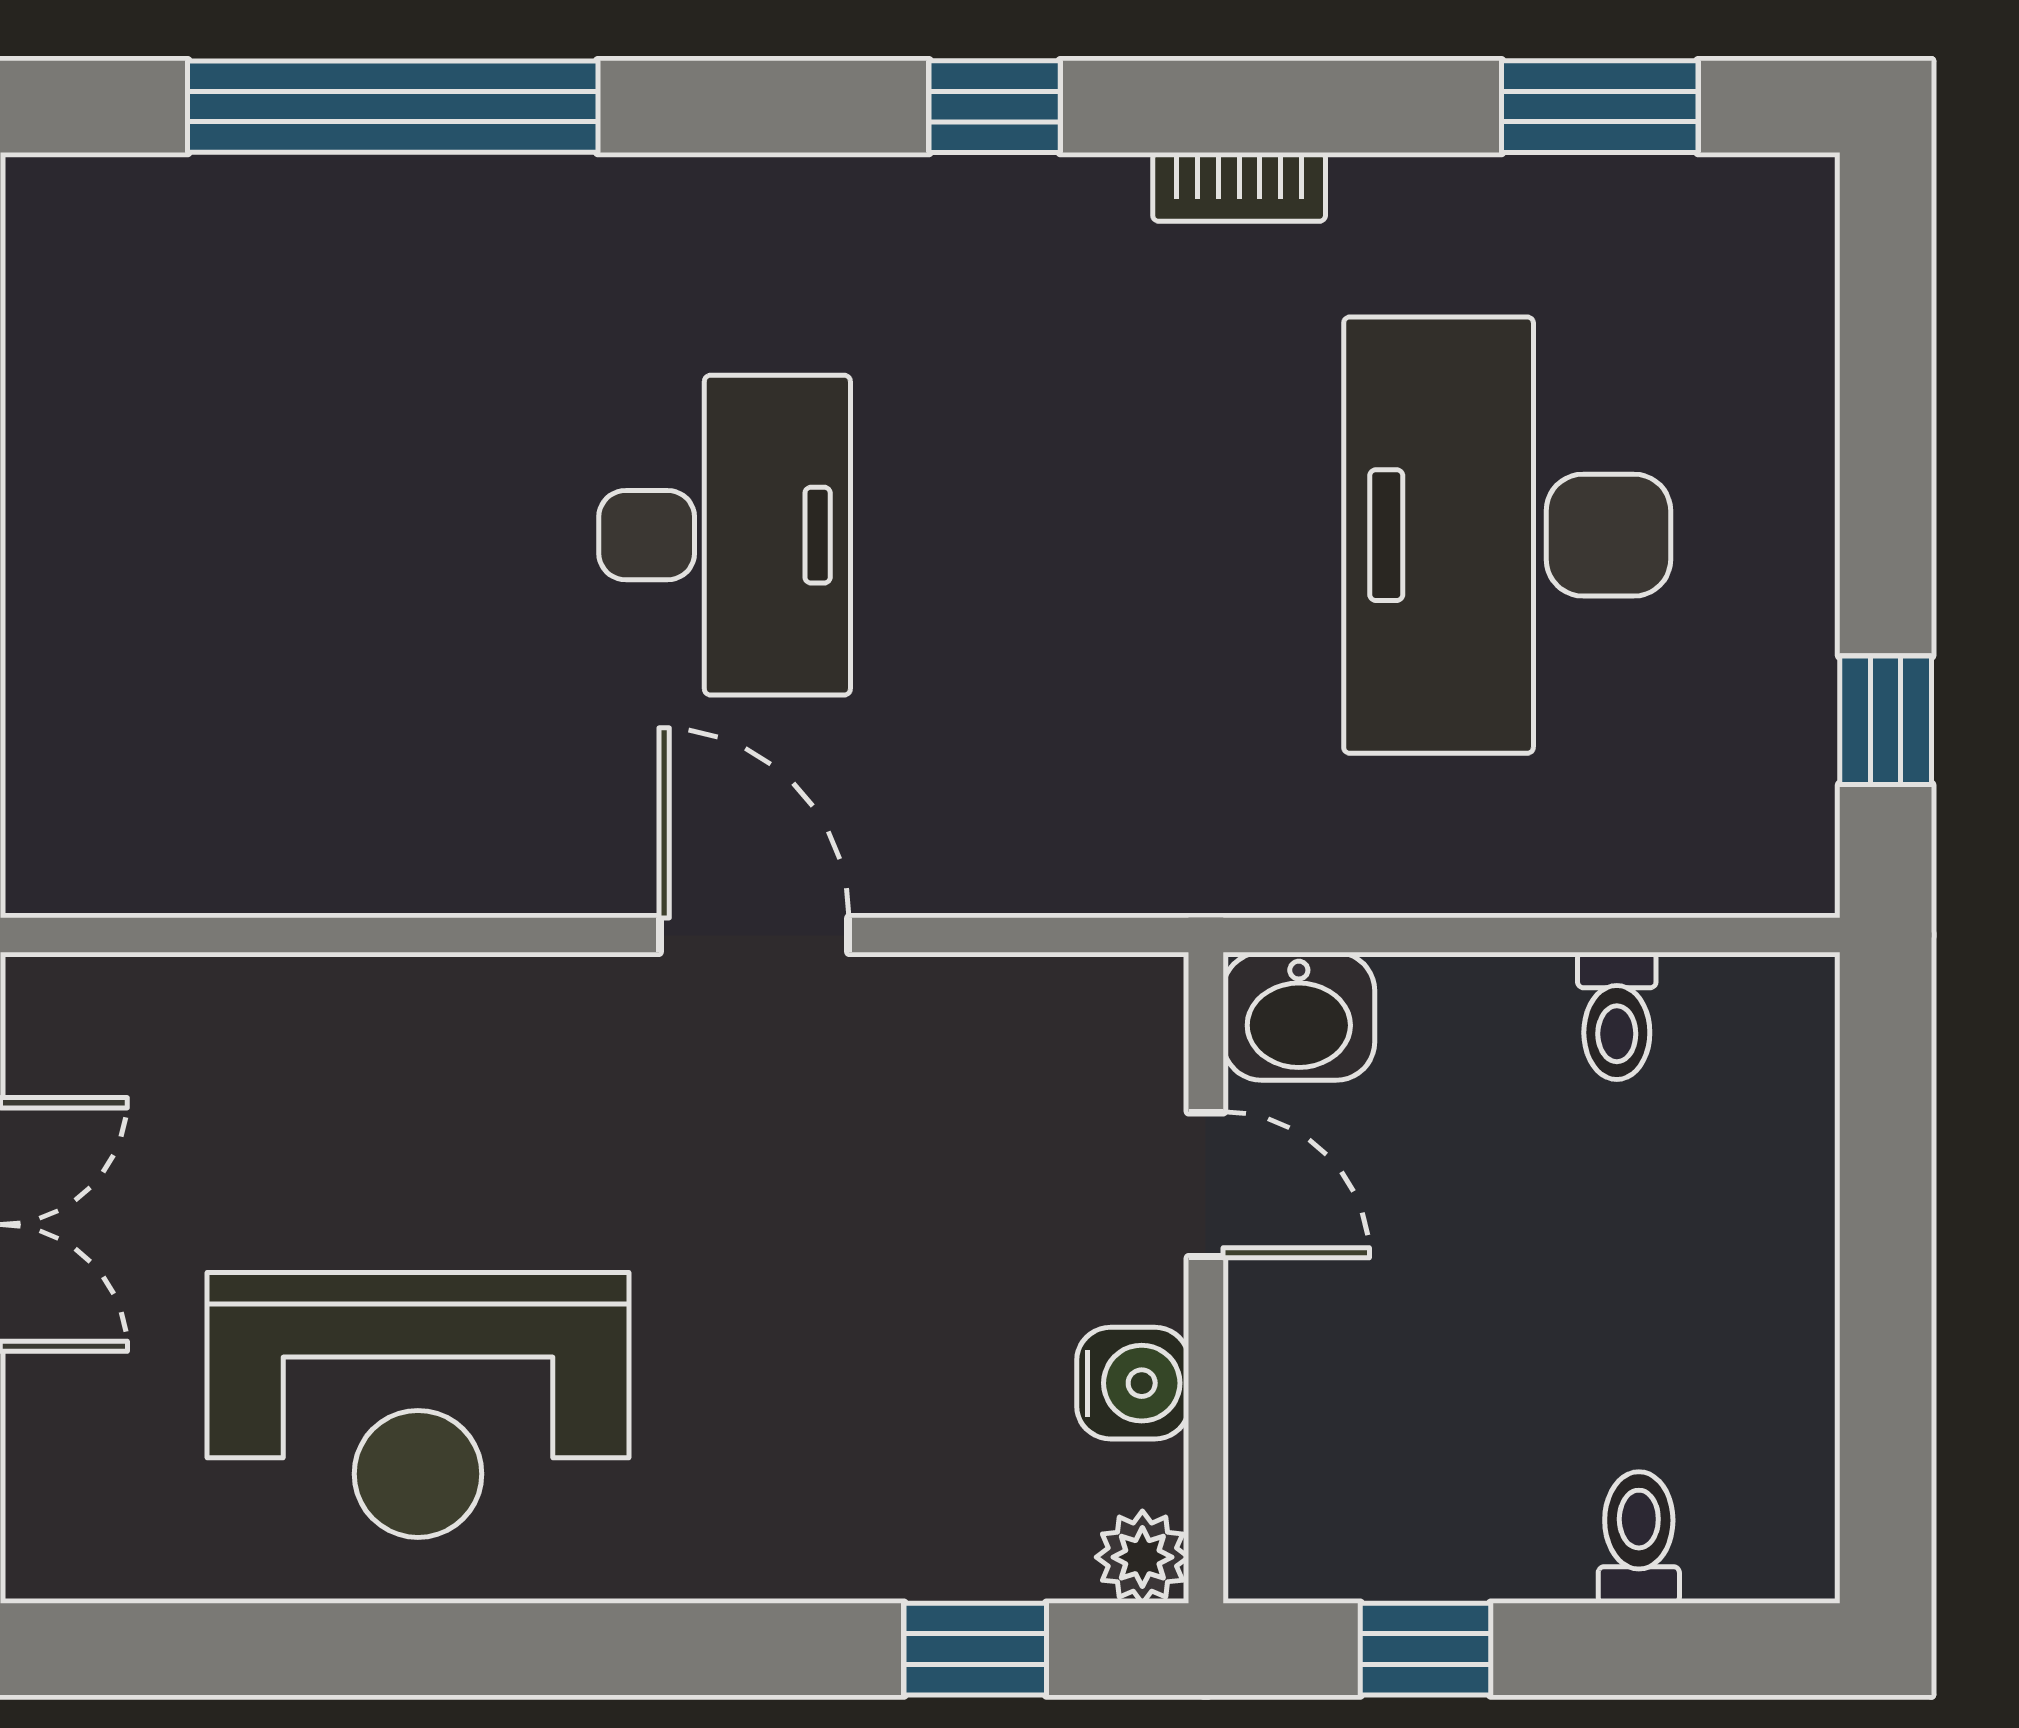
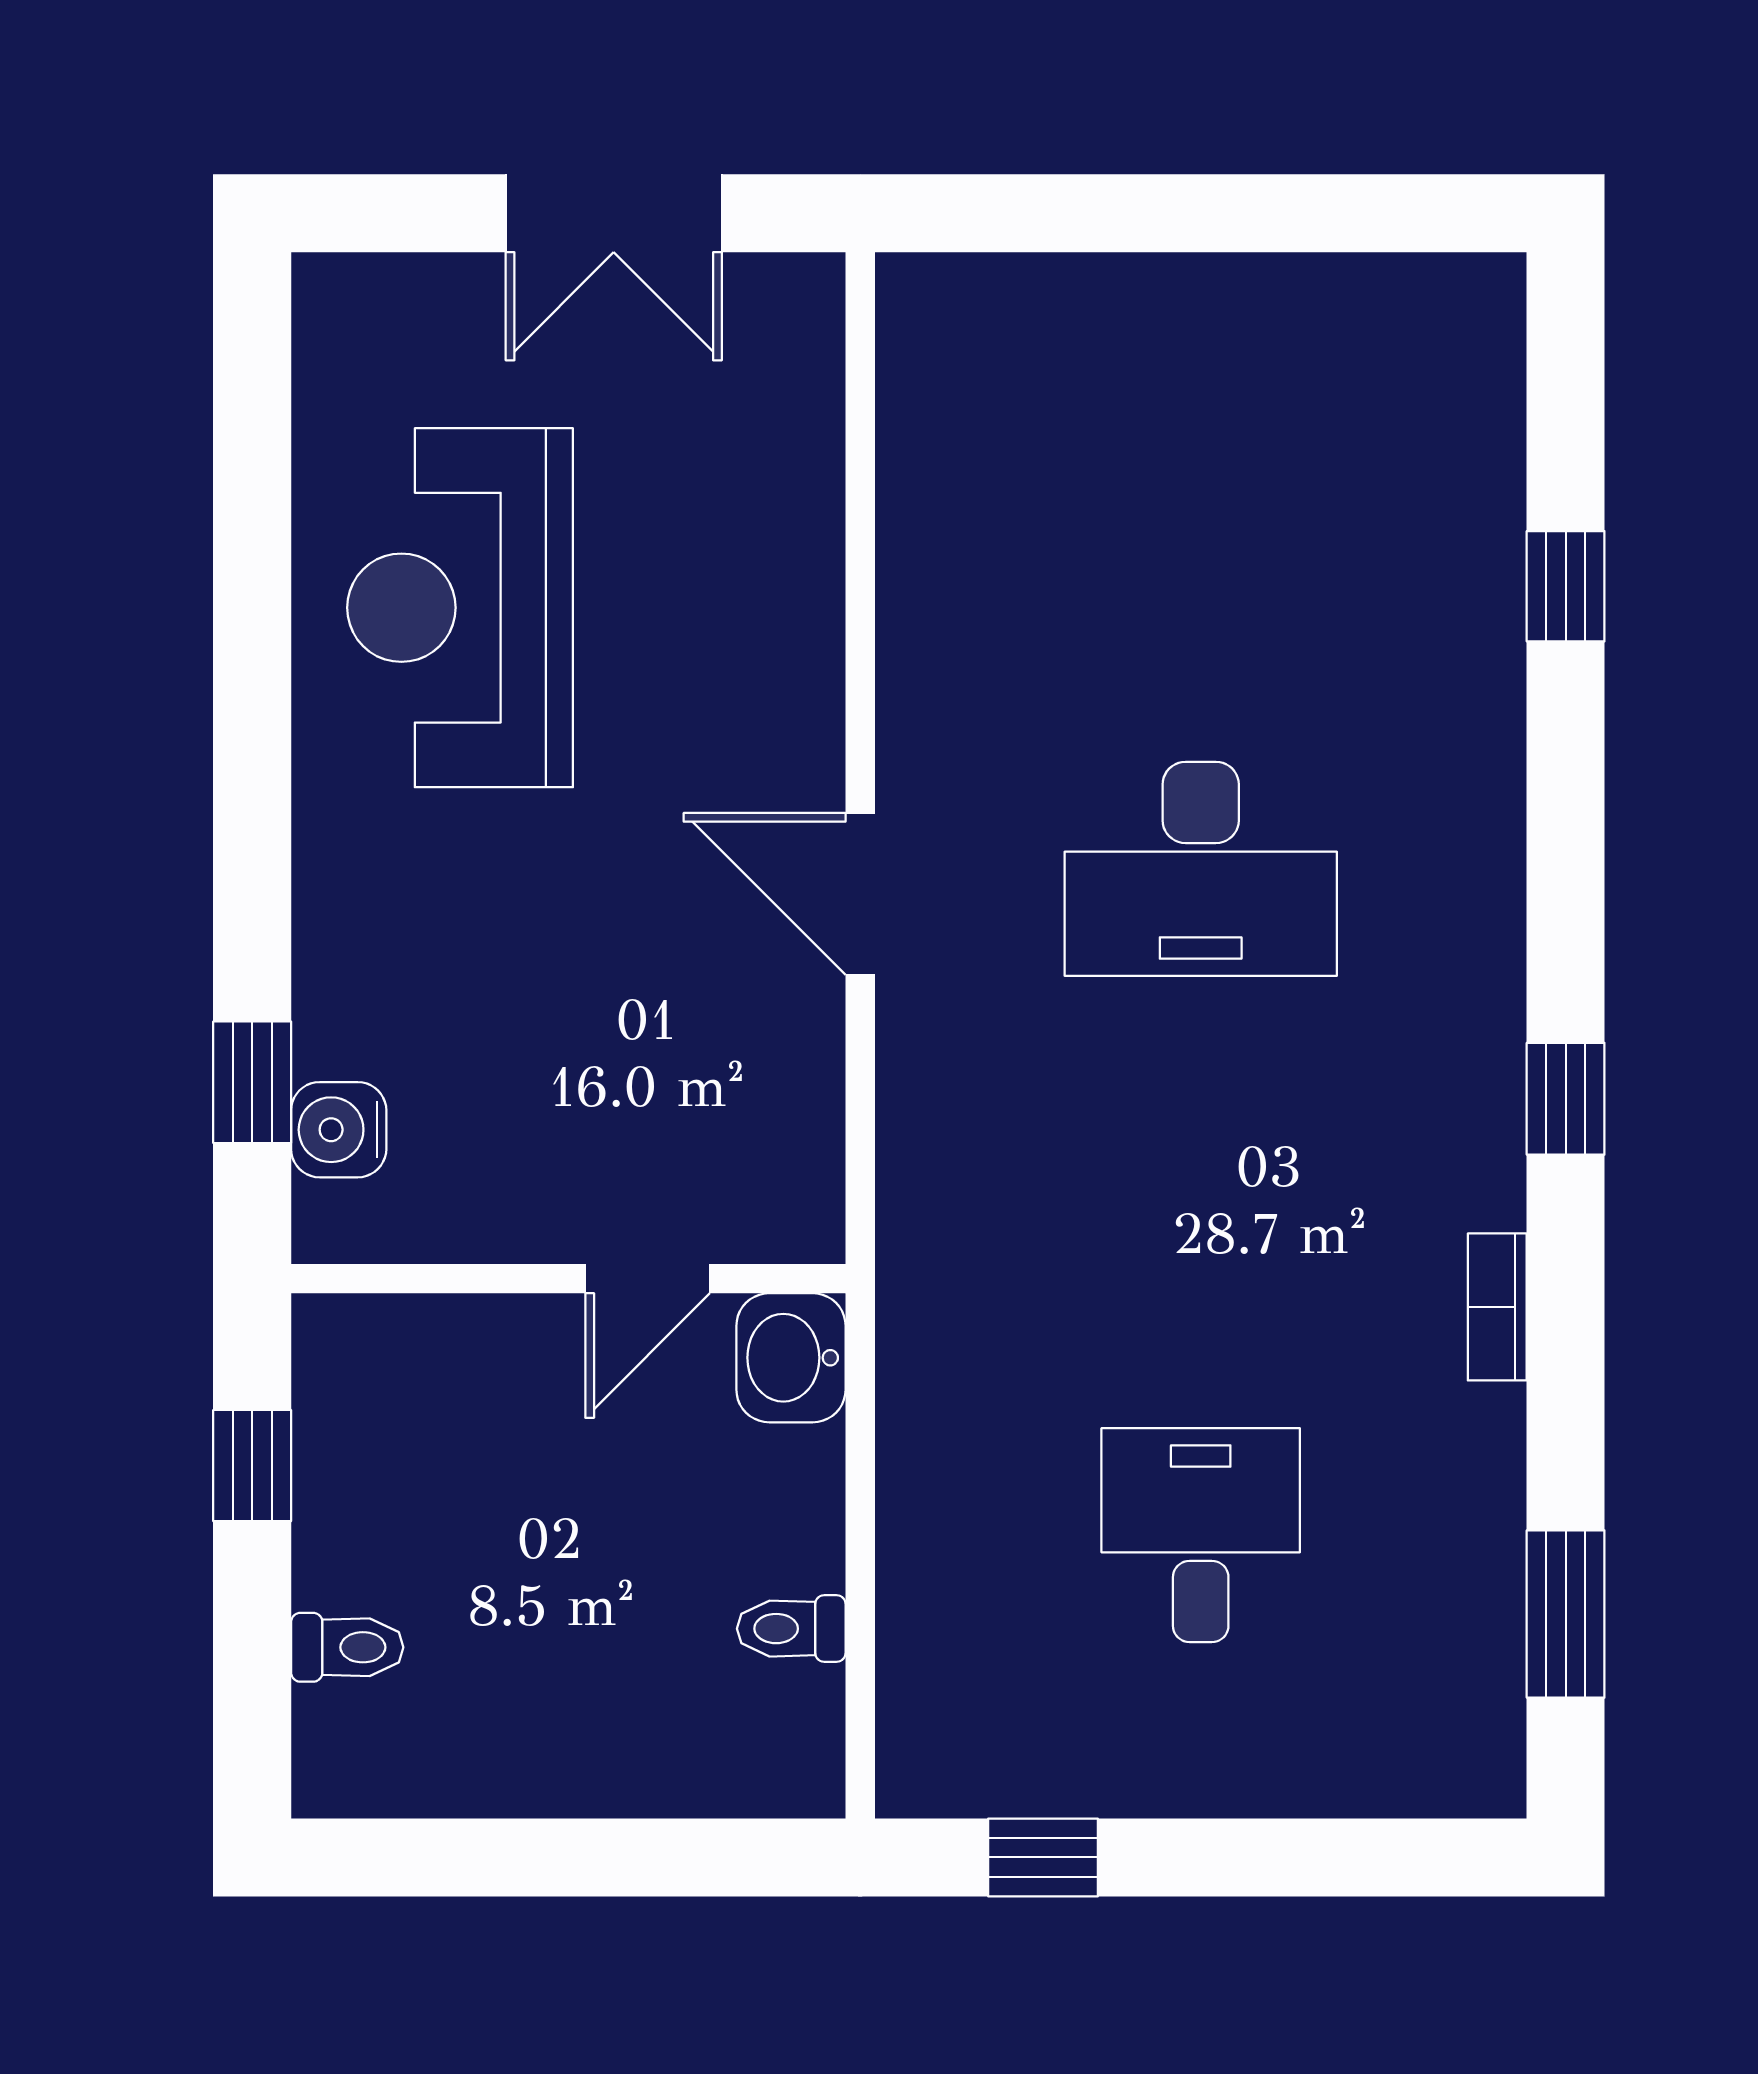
window: (393, 107) -> (1566, 586), width x0.32
desk: (1507, 535) -> (1201, 1535), width x0.53, depth x0.77
door: (754, 935) -> (860, 894), swing flipped
water cooler: (1133, 1383) -> (339, 1130), moved, turned 90
plant: (1142, 1557) -> (330, 1225), removed

